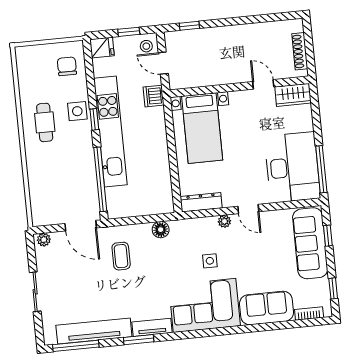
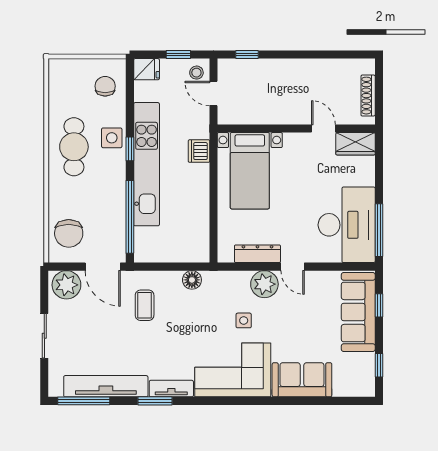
dishwasher: (154, 96) -> (199, 151), moved
cafe table: (45, 122) -> (74, 147), width x1.37, depth x1.35
chair: (48, 199) -> (69, 233), added
dresser: (201, 202) -> (257, 254), moved
plant: (224, 221) -> (264, 284), width x1.88, depth x1.88
plant: (44, 240) -> (66, 285), width x1.88, depth x1.88
bookcase: (309, 314) -> (349, 391), removed

